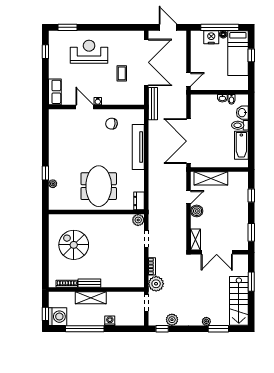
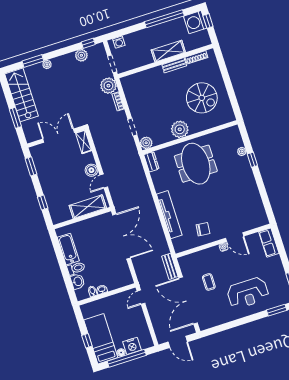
bench: (153, 104) -> (170, 266), width x0.73
plant: (103, 222) -> (180, 129), added
washing machine: (110, 321) -> (119, 42), moved

